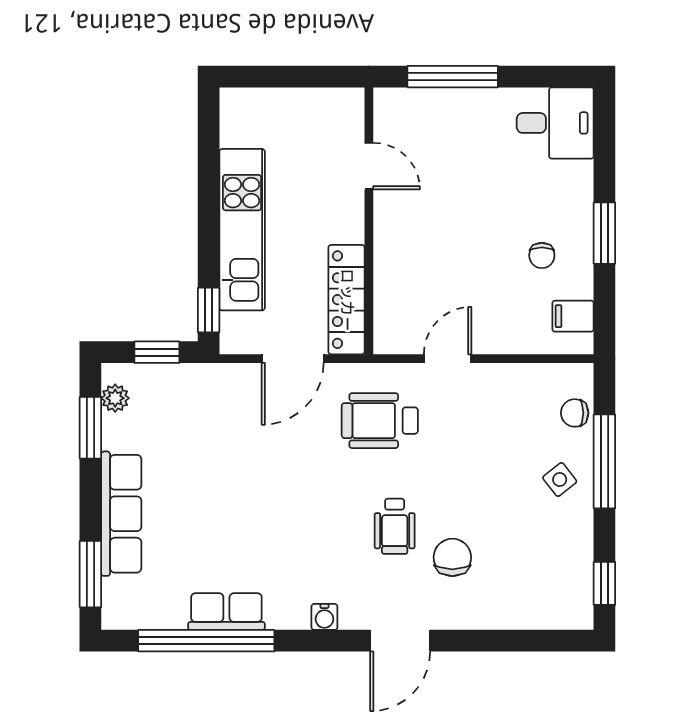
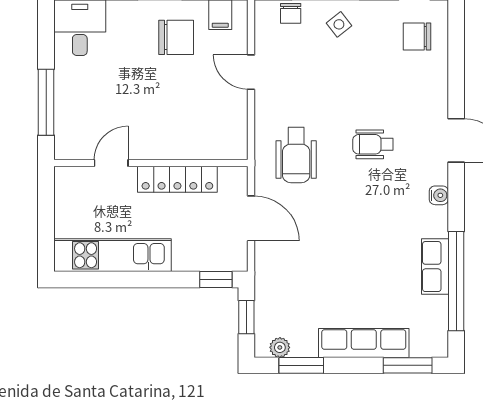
kitchen unit: (242, 230) -> (113, 255), moved
chair: (542, 255) -> (176, 37), width x1.87, depth x1.87
locker: (347, 300) -> (177, 179), moved
door: (448, 359) -> (251, 72), moved
wheelchair: (395, 526) -> (373, 144), turned 180
chair: (452, 557) -> (417, 37), moved

